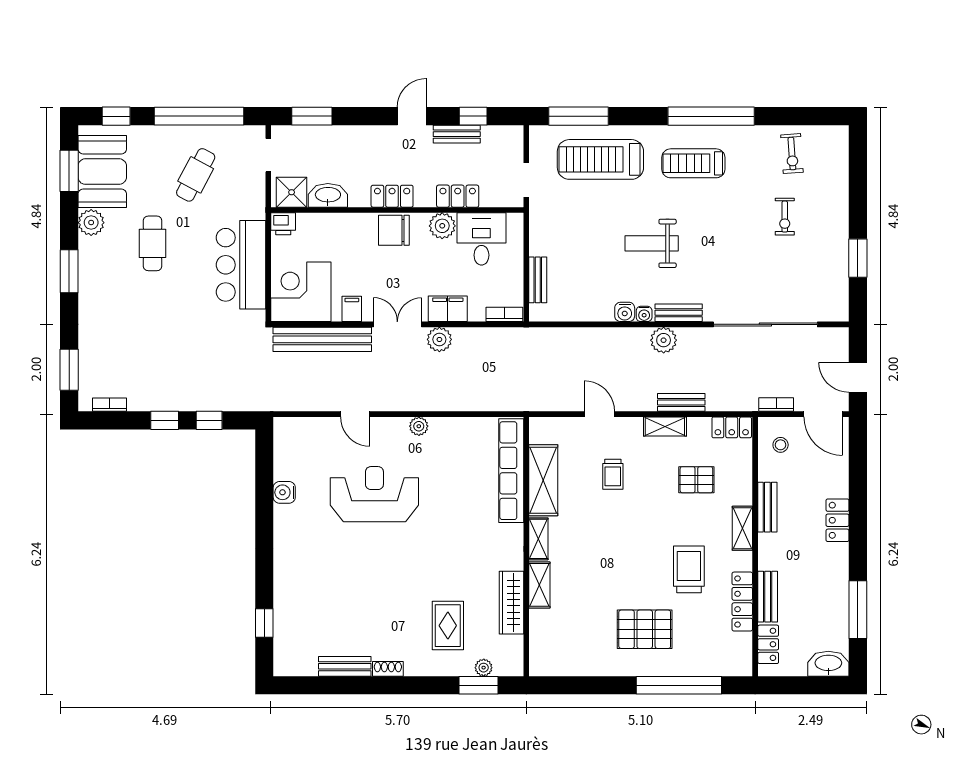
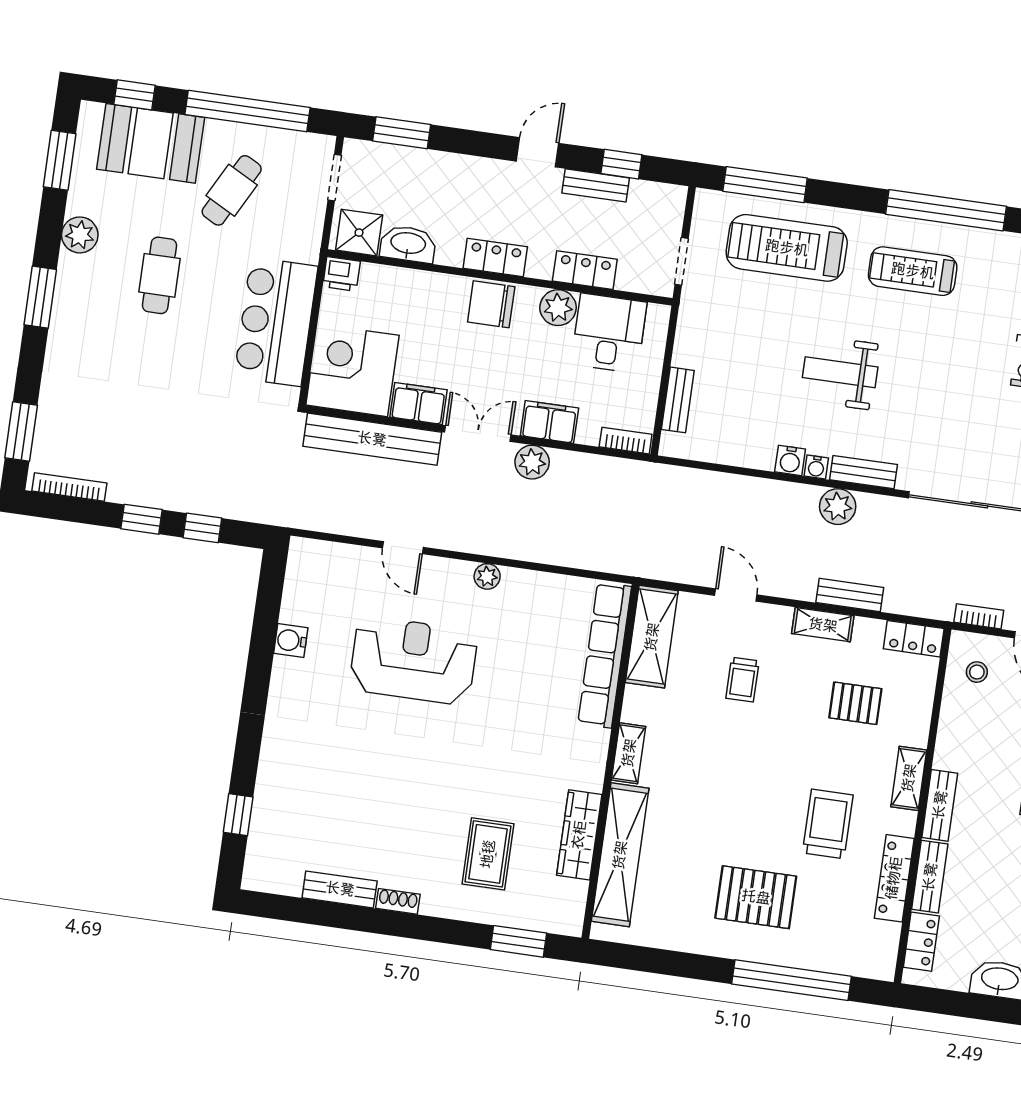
booth: (102, 172) -> (151, 143), moved, turned 90
filing cabinet: (352, 309) -> (419, 403), width x2.00
bookcase: (109, 405) -> (69, 487), width x1.56
shelving: (543, 480) -> (652, 637), moved
bench: (767, 507) -> (940, 805), moved
shelving: (539, 585) -> (620, 855), width x2.20, depth x1.33
plant: (484, 668) -> (529, 918), removed

